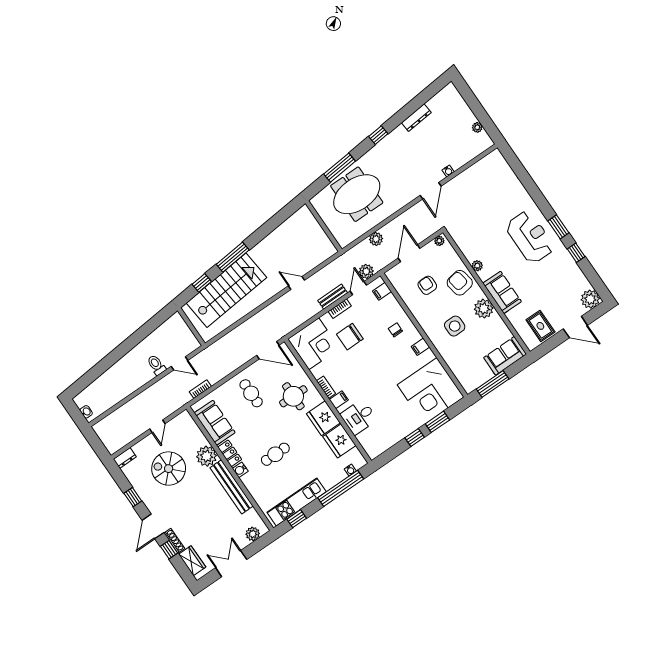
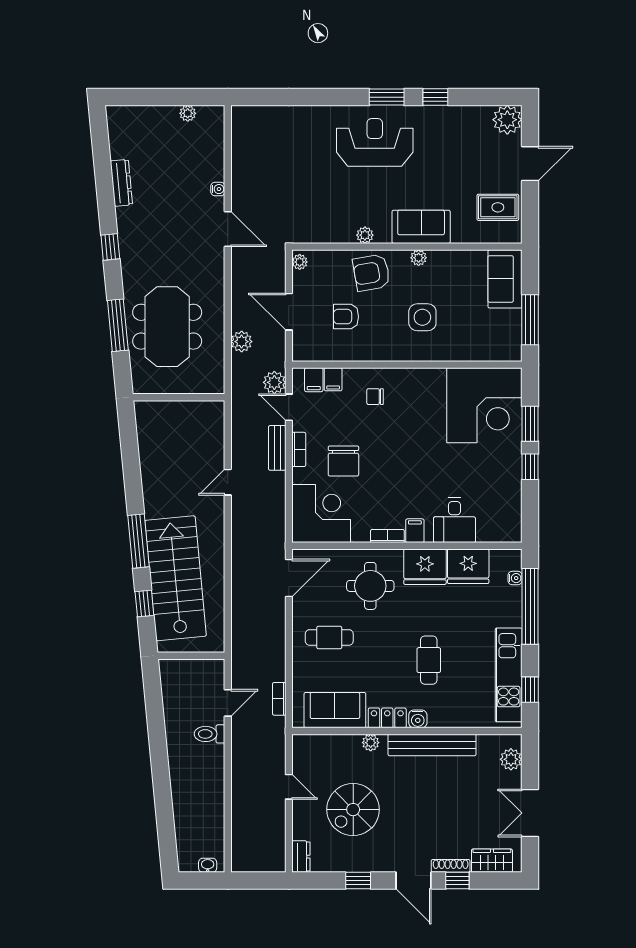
plant: (484, 309) -> (419, 258), width x0.53, depth x0.53
filing cabinet: (420, 347) -> (333, 379), moved
plant: (207, 456) -> (371, 743), width x0.53, depth x0.53

